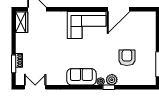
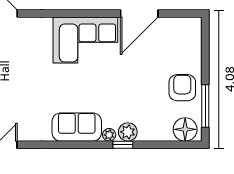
armchair: (127, 58) -> (182, 88), moved
floor lamp: (146, 78) -> (185, 129), added

